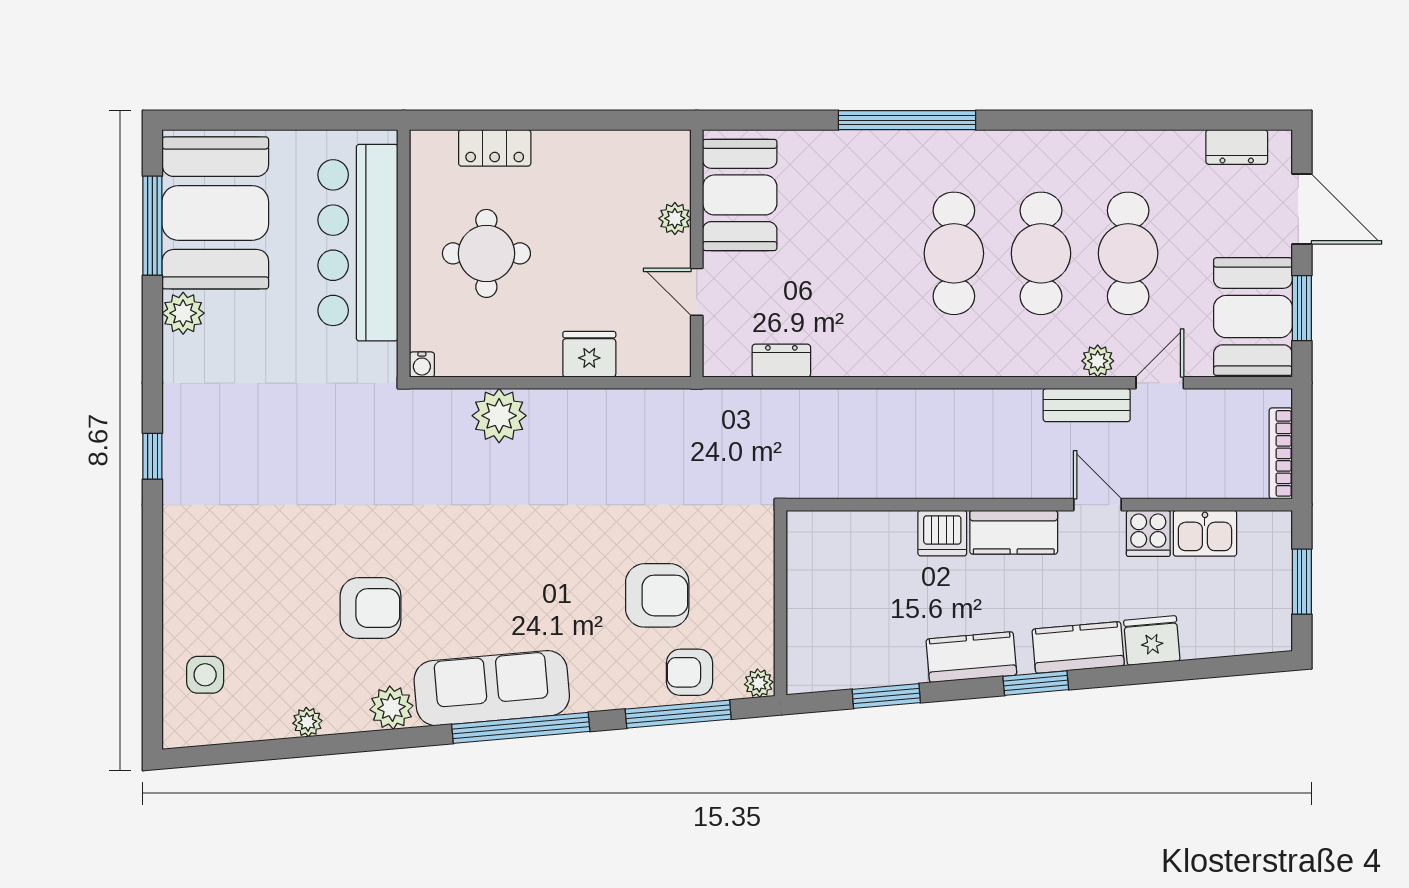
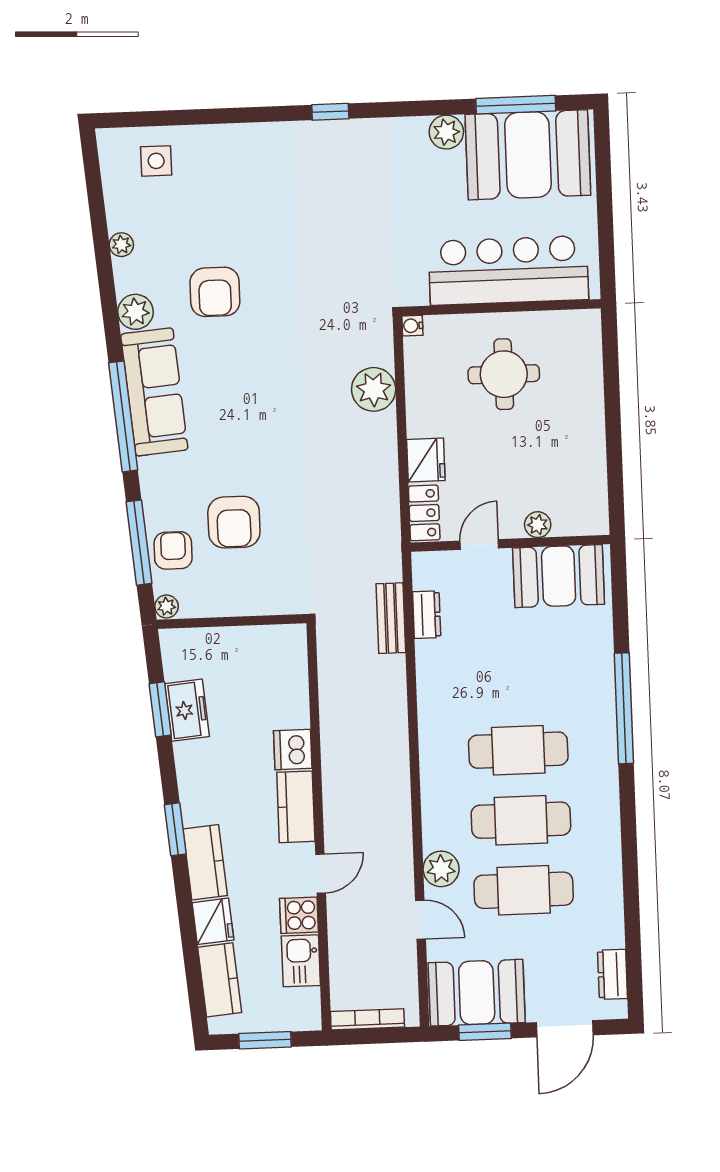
locker: (495, 148) -> (424, 513), moved, turned 180
plant: (1098, 361) -> (441, 869), width x1.38, depth x1.38
bench: (1087, 405) -> (391, 618), moved
kitchen counter: (971, 657) -> (220, 980), moved
freezer: (888, 663) -> (187, 710), added

